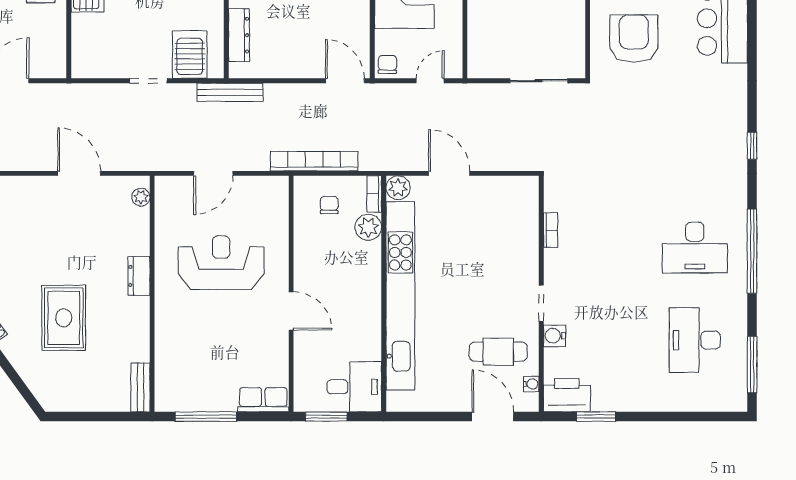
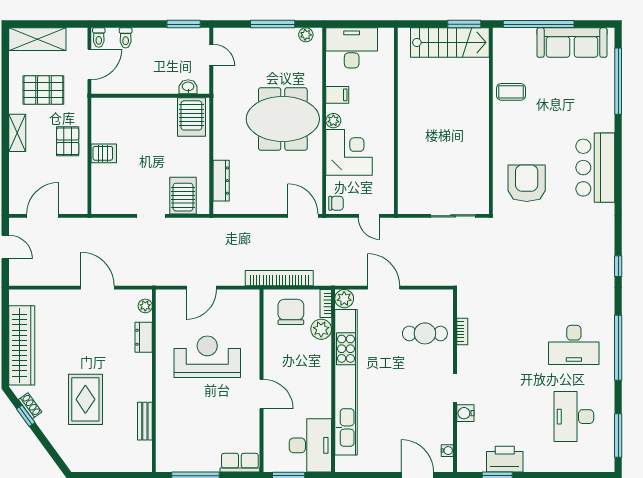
chair: (387, 64) -> (336, 203), turned 90
door: (430, 81) -> (369, 216), swing flipped
bench: (230, 92) -> (214, 225), removed
chair: (329, 205) -> (291, 312), width x1.87, depth x1.87
dresser: (139, 276) -> (144, 337), moved
cafe table: (498, 352) -> (425, 333), moved
bench: (140, 387) -> (145, 421), moved
desk: (354, 387) -> (310, 445), width x1.37
printer: (567, 395) -> (505, 459), moved

